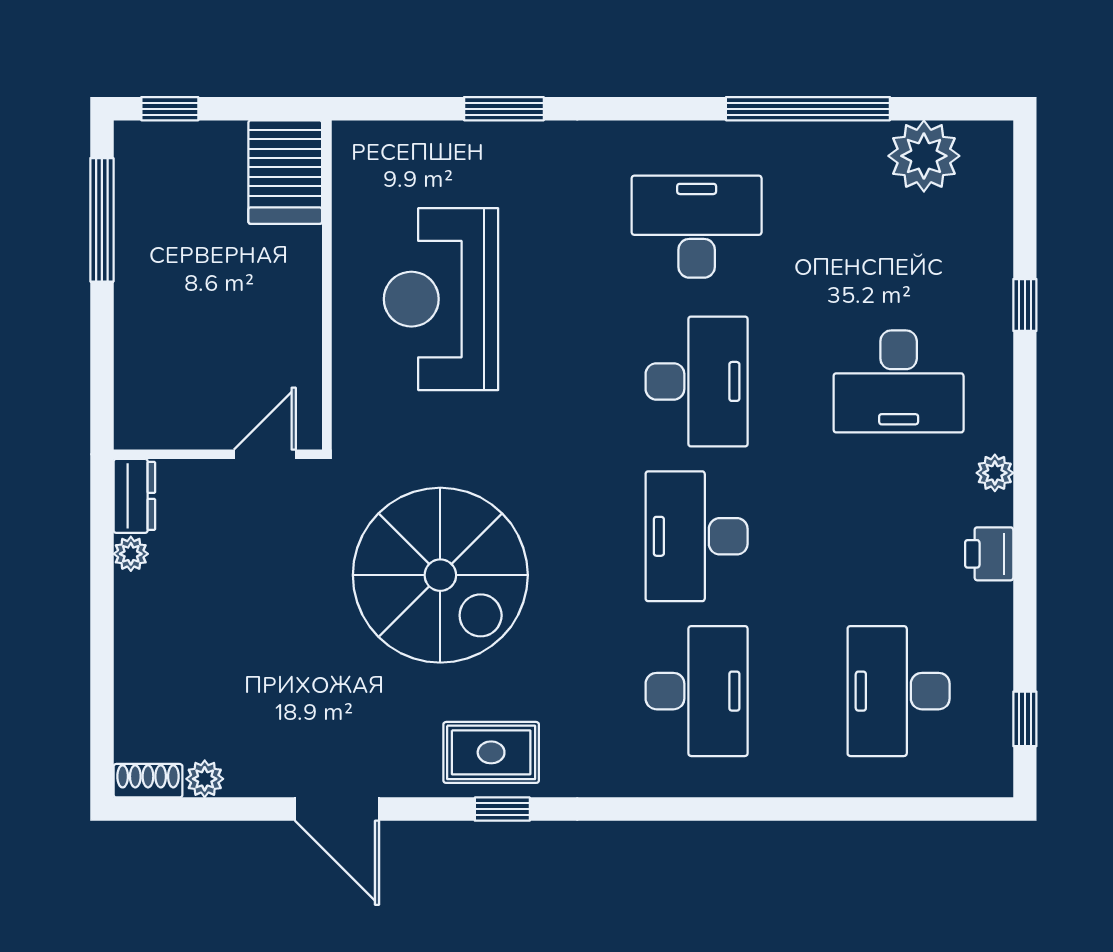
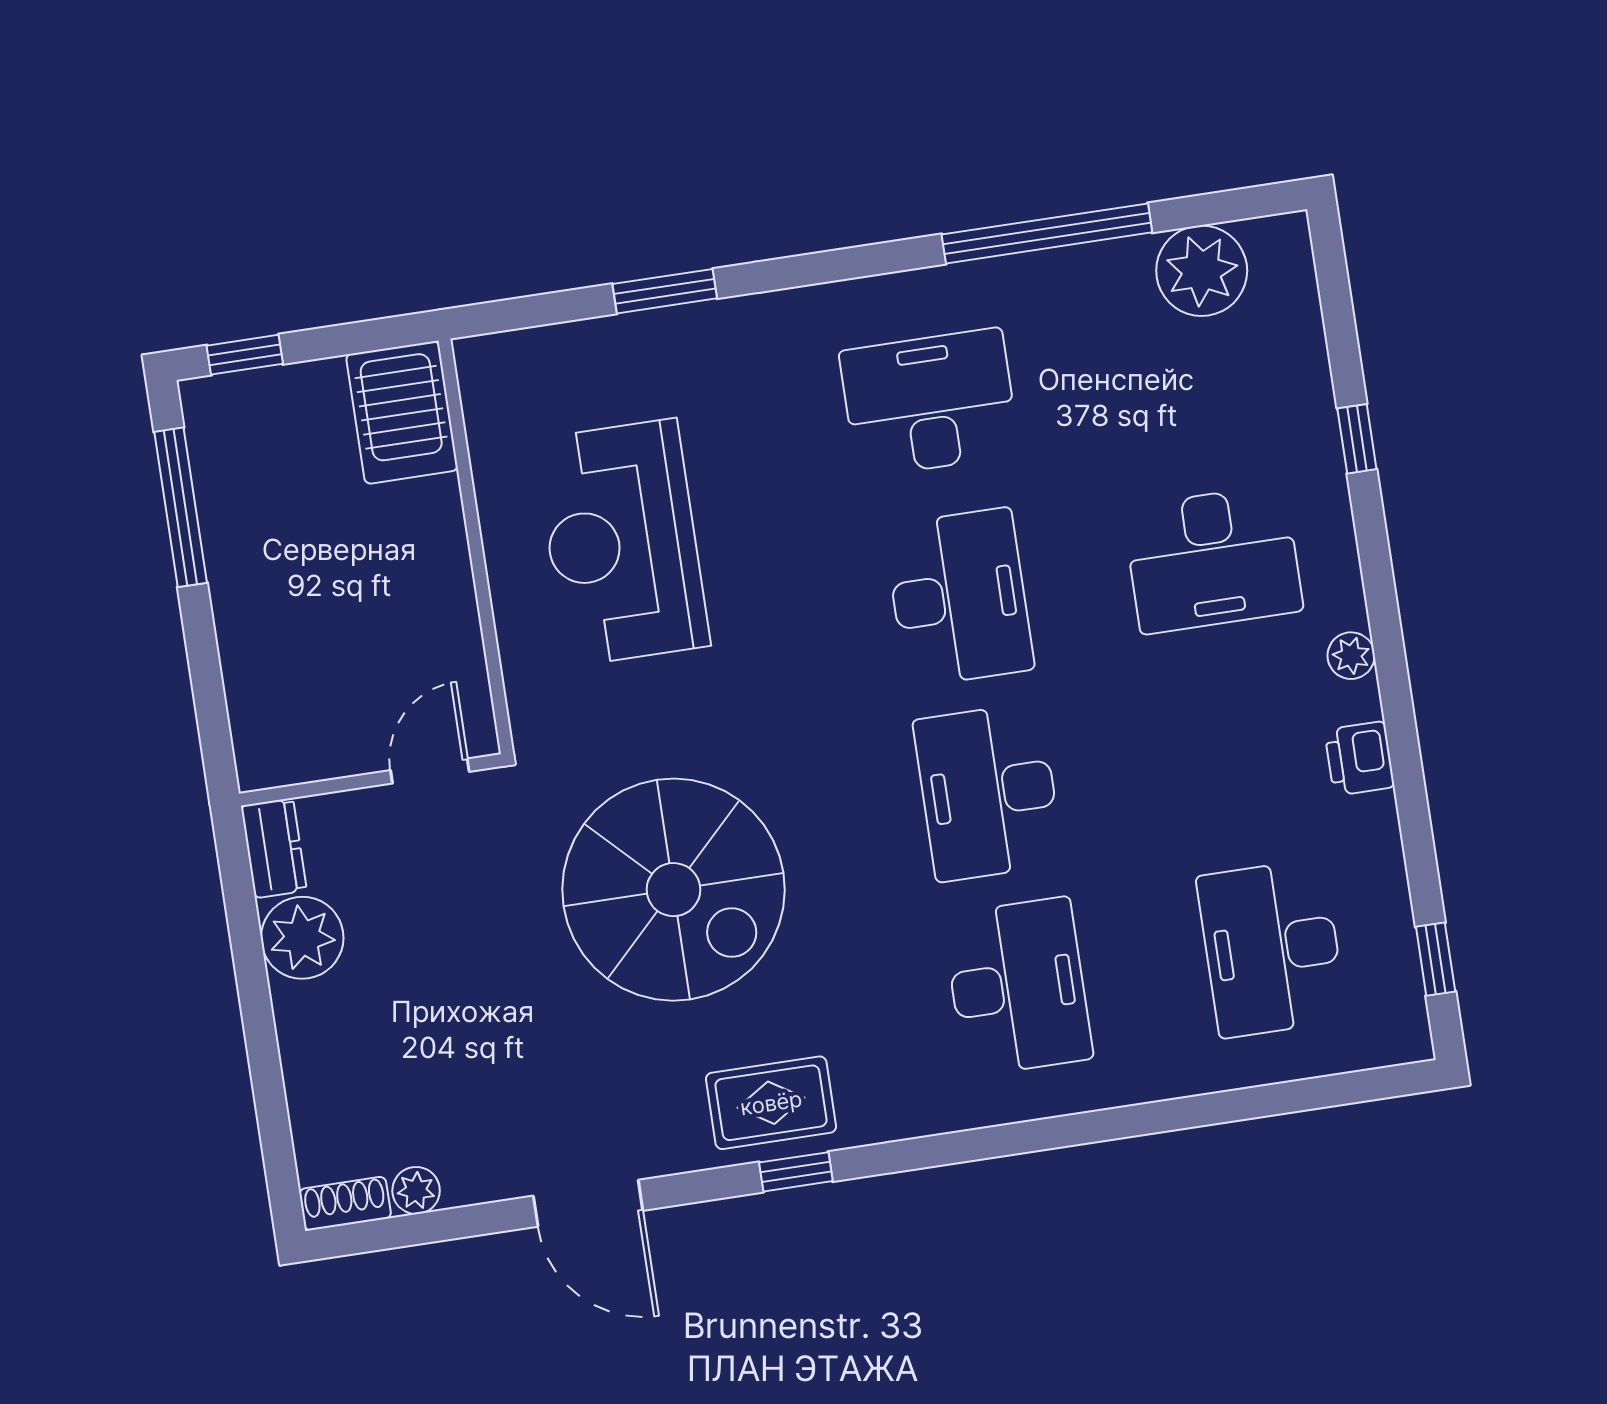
plant: (131, 554) -> (302, 938), width x1.88, depth x1.88

